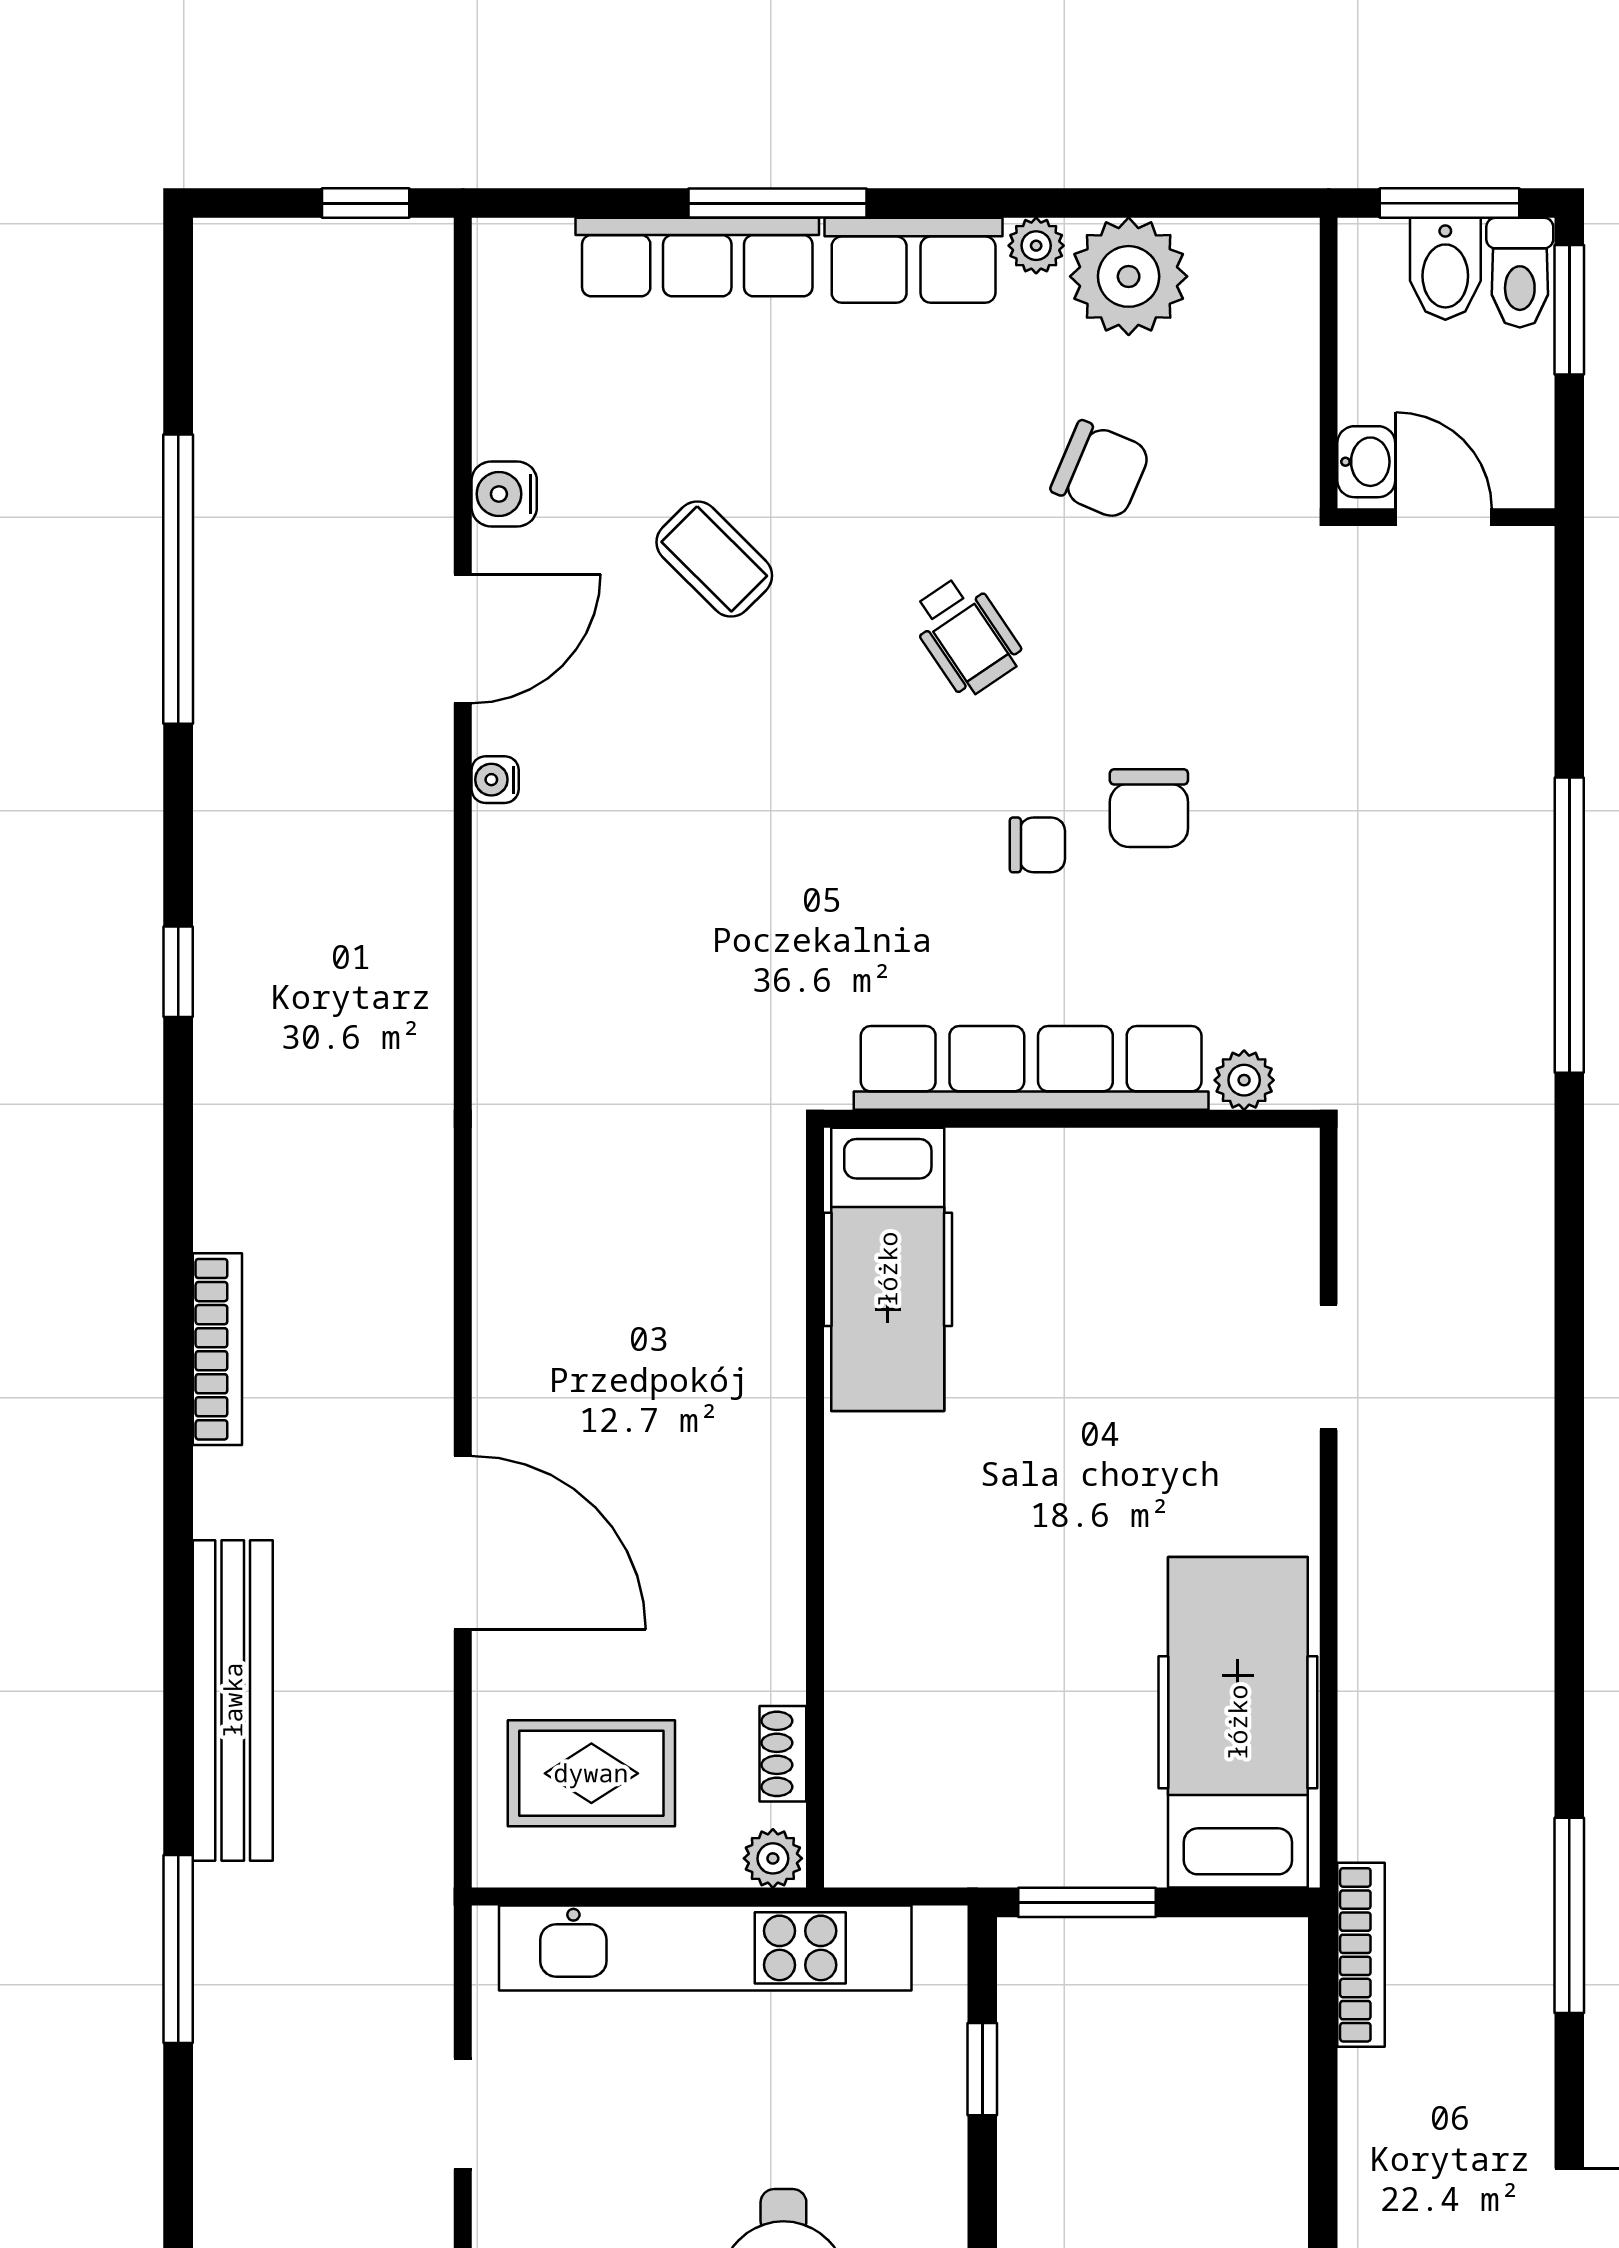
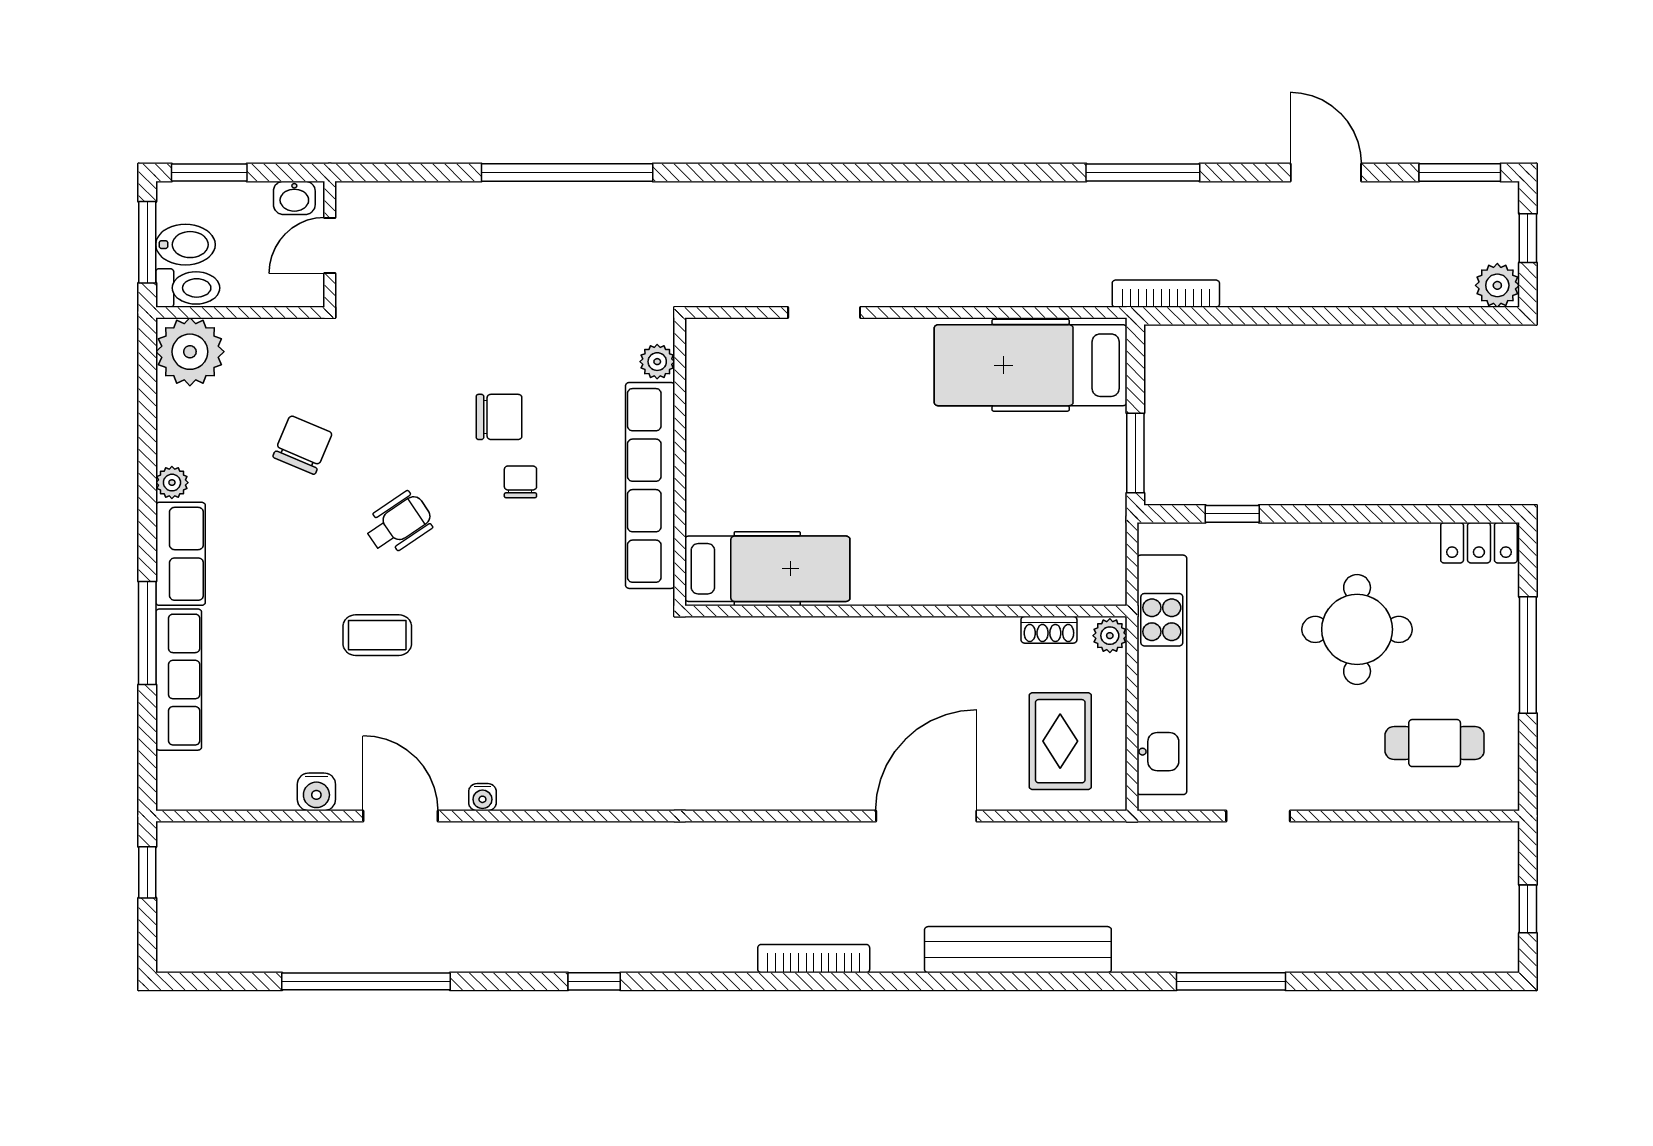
toilet: (1520, 273) -> (188, 288), moved
plant: (1129, 276) -> (190, 352), moved
washbasin: (1366, 462) -> (294, 198), moved, turned 180
coffee table: (714, 559) -> (377, 635), moved, turned 45
window: (178, 1949) -> (1231, 981), moved

